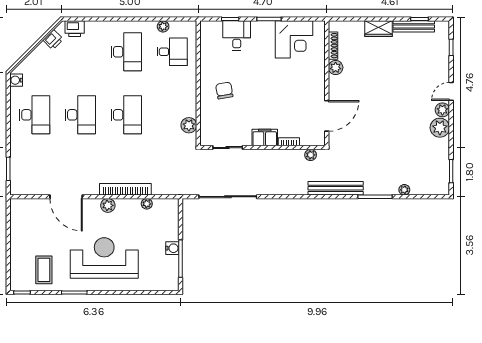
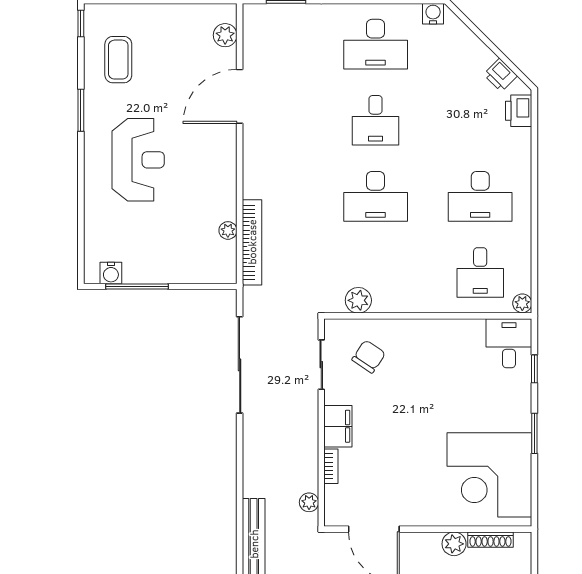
plant: (163, 26) -> (522, 303), moved
desk: (237, 36) -> (509, 343), moved, turned -90
corner desk: (294, 39) -> (489, 475), width x1.36, depth x1.36
chair: (224, 91) -> (369, 357), moved, turned -46
desk: (80, 115) -> (376, 120), width x0.73
bookcase: (125, 189) -> (252, 242), moved
plant: (108, 205) -> (225, 35), moved
water cooler: (172, 248) -> (111, 273), moved
reception desk: (104, 258) -> (138, 160), width x0.74, depth x0.77
coffee table: (44, 270) -> (118, 60), turned 90

